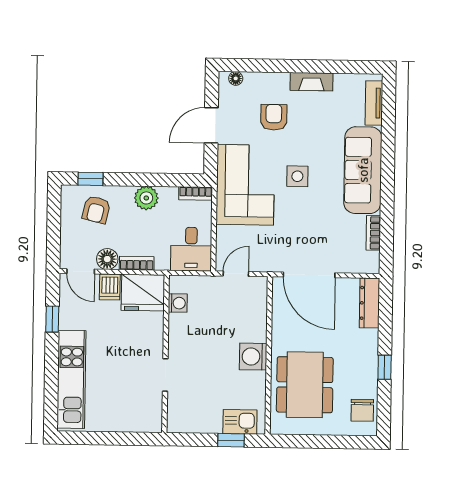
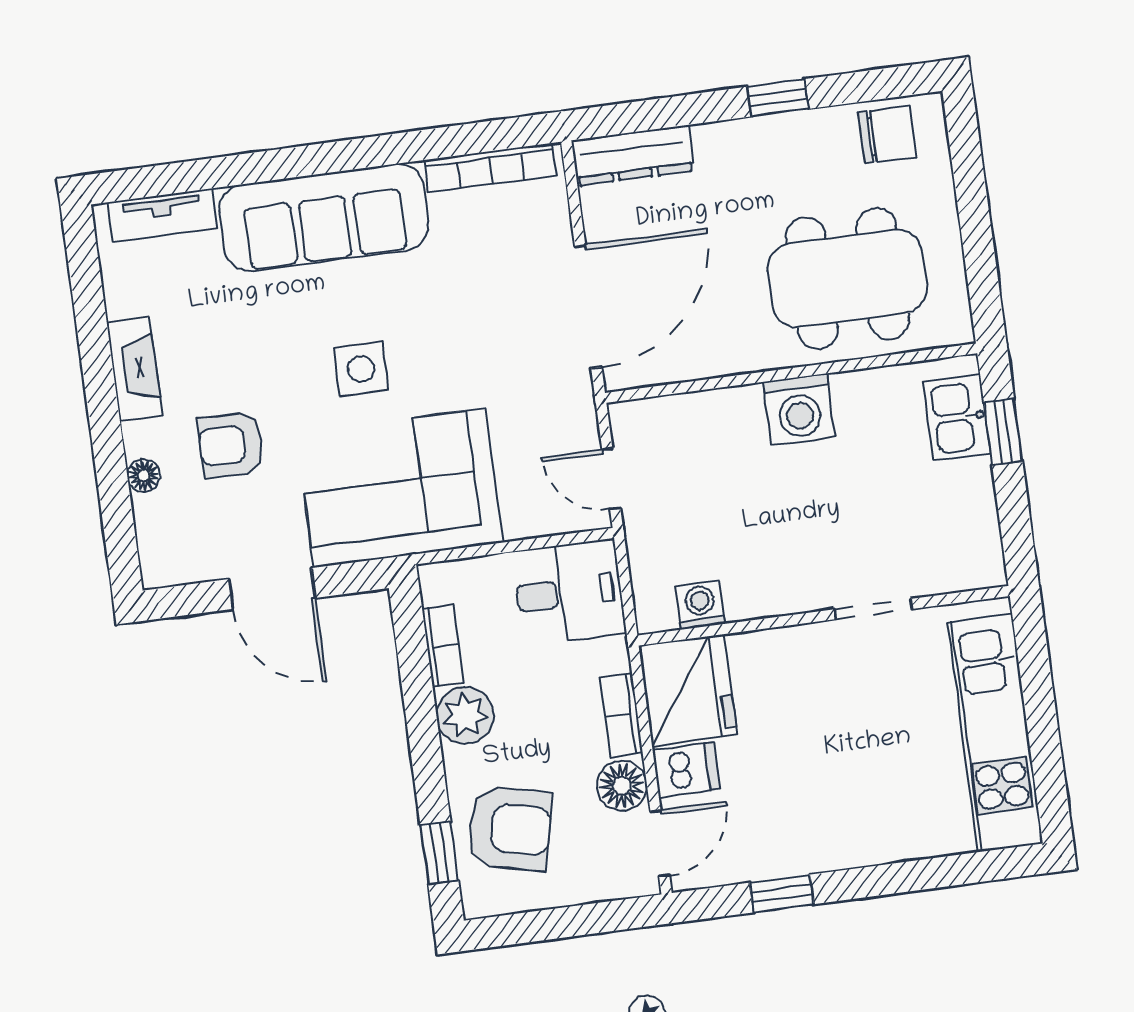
floor lamp: (236, 78) -> (144, 476), moved
bookcase: (196, 193) -> (443, 646), moved
armchair: (96, 210) -> (510, 829), width x1.38, depth x1.38
bookcase: (373, 233) -> (490, 168), width x1.56
kitchen unit: (71, 379) -> (995, 733), moved, turned -90

